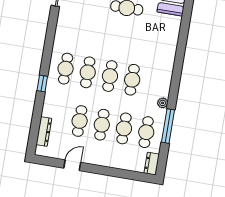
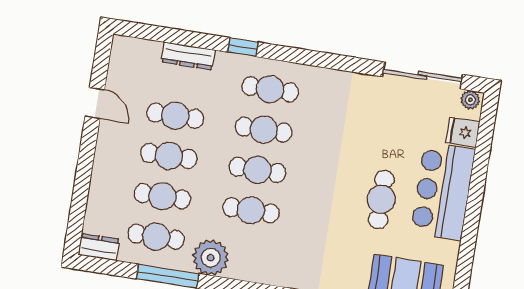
plant: (163, 103) -> (211, 258), width x1.87, depth x1.87
dresser: (44, 131) -> (188, 56), moved

